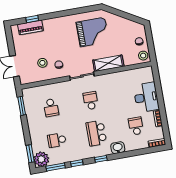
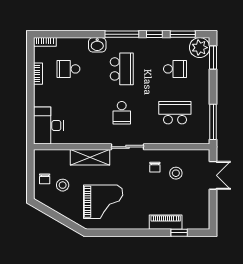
piano: (30, 27) -> (166, 222), moved
grand piano: (93, 32) -> (103, 202), turned 180
stool: (143, 56) -> (63, 185), moved
desk: (146, 97) -> (48, 125), moved
window: (22, 106) -> (213, 122), width x1.44
school desk: (51, 108) -> (175, 113), width x1.85
school desk: (136, 126) -> (68, 69), turned 90
window: (101, 159) -> (122, 34), width x2.17

